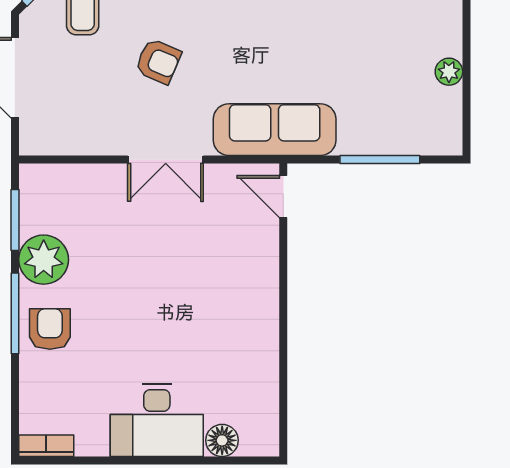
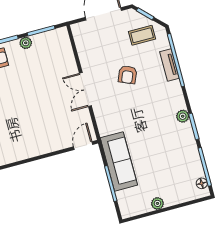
sofa: (275, 130) -> (119, 161), moved
plant: (44, 260) -> (26, 43), width x0.53, depth x0.53

